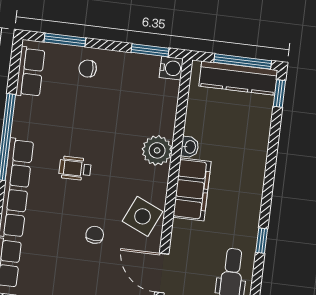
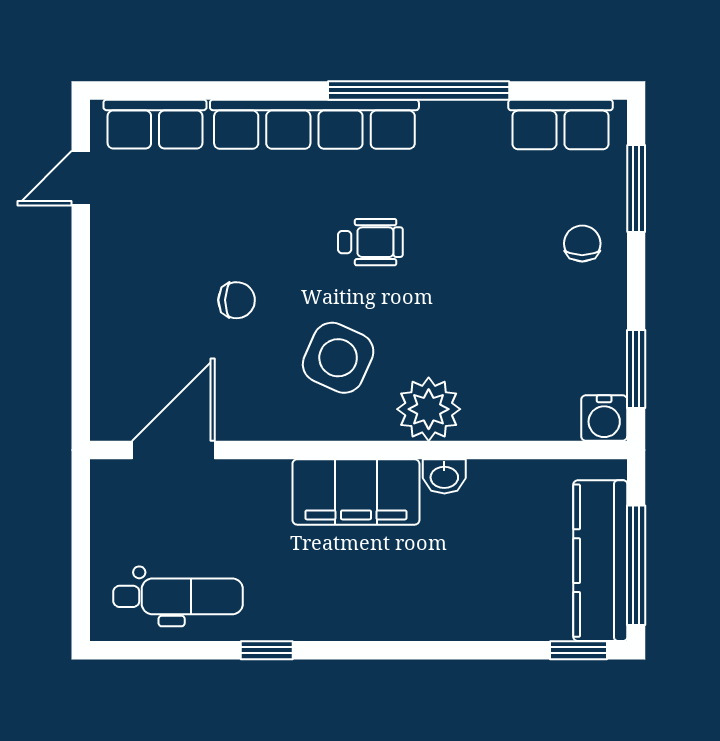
wheelchair: (75, 168) -> (370, 242), turned 90
side table: (143, 216) -> (338, 358), moved

